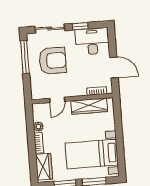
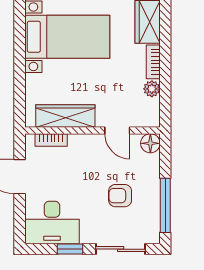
armchair: (53, 61) -> (120, 196), width x0.53, depth x0.53
floor lamp: (37, 94) -> (150, 143), added
door: (57, 100) -> (117, 131), swing flipped

